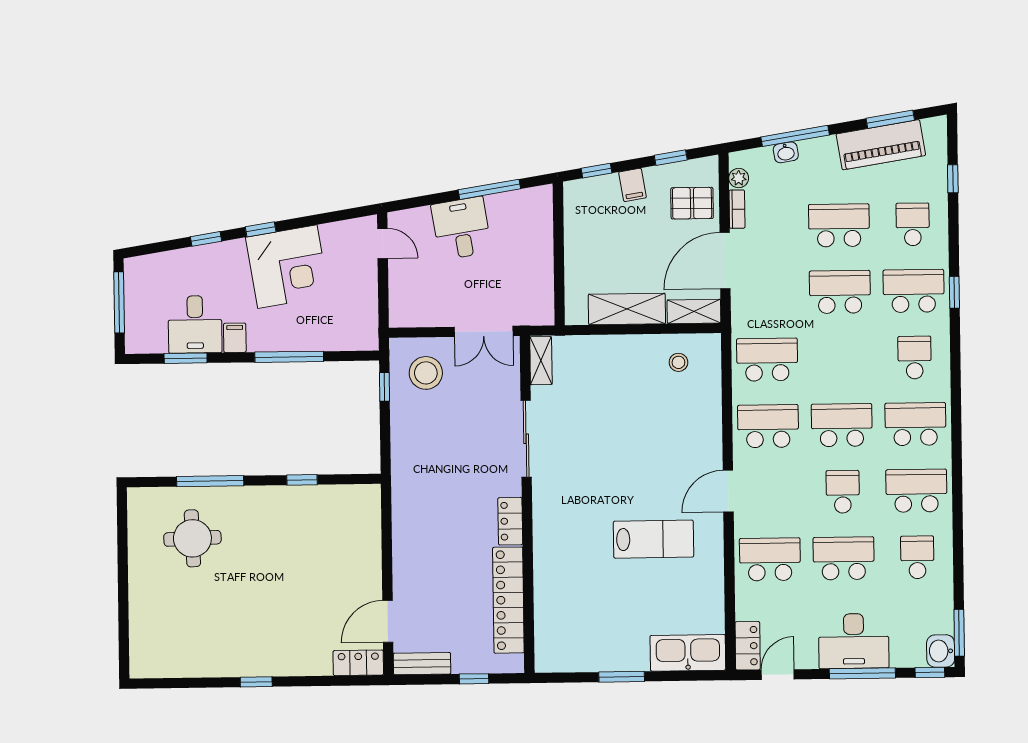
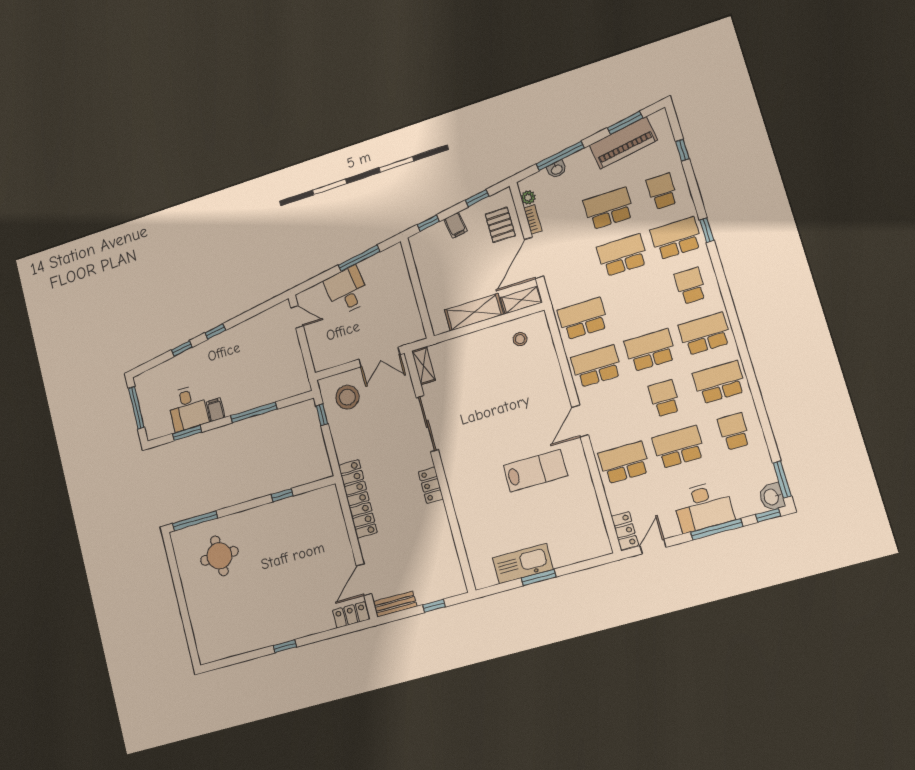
pallet: (692, 203) -> (500, 225), turned 90
corner desk: (287, 267) -> (238, 351), removed
window: (210, 481) -> (195, 521), moved
locker: (508, 600) -> (358, 499), moved, turned 180
kitchen sink: (688, 653) -> (523, 564), moved

